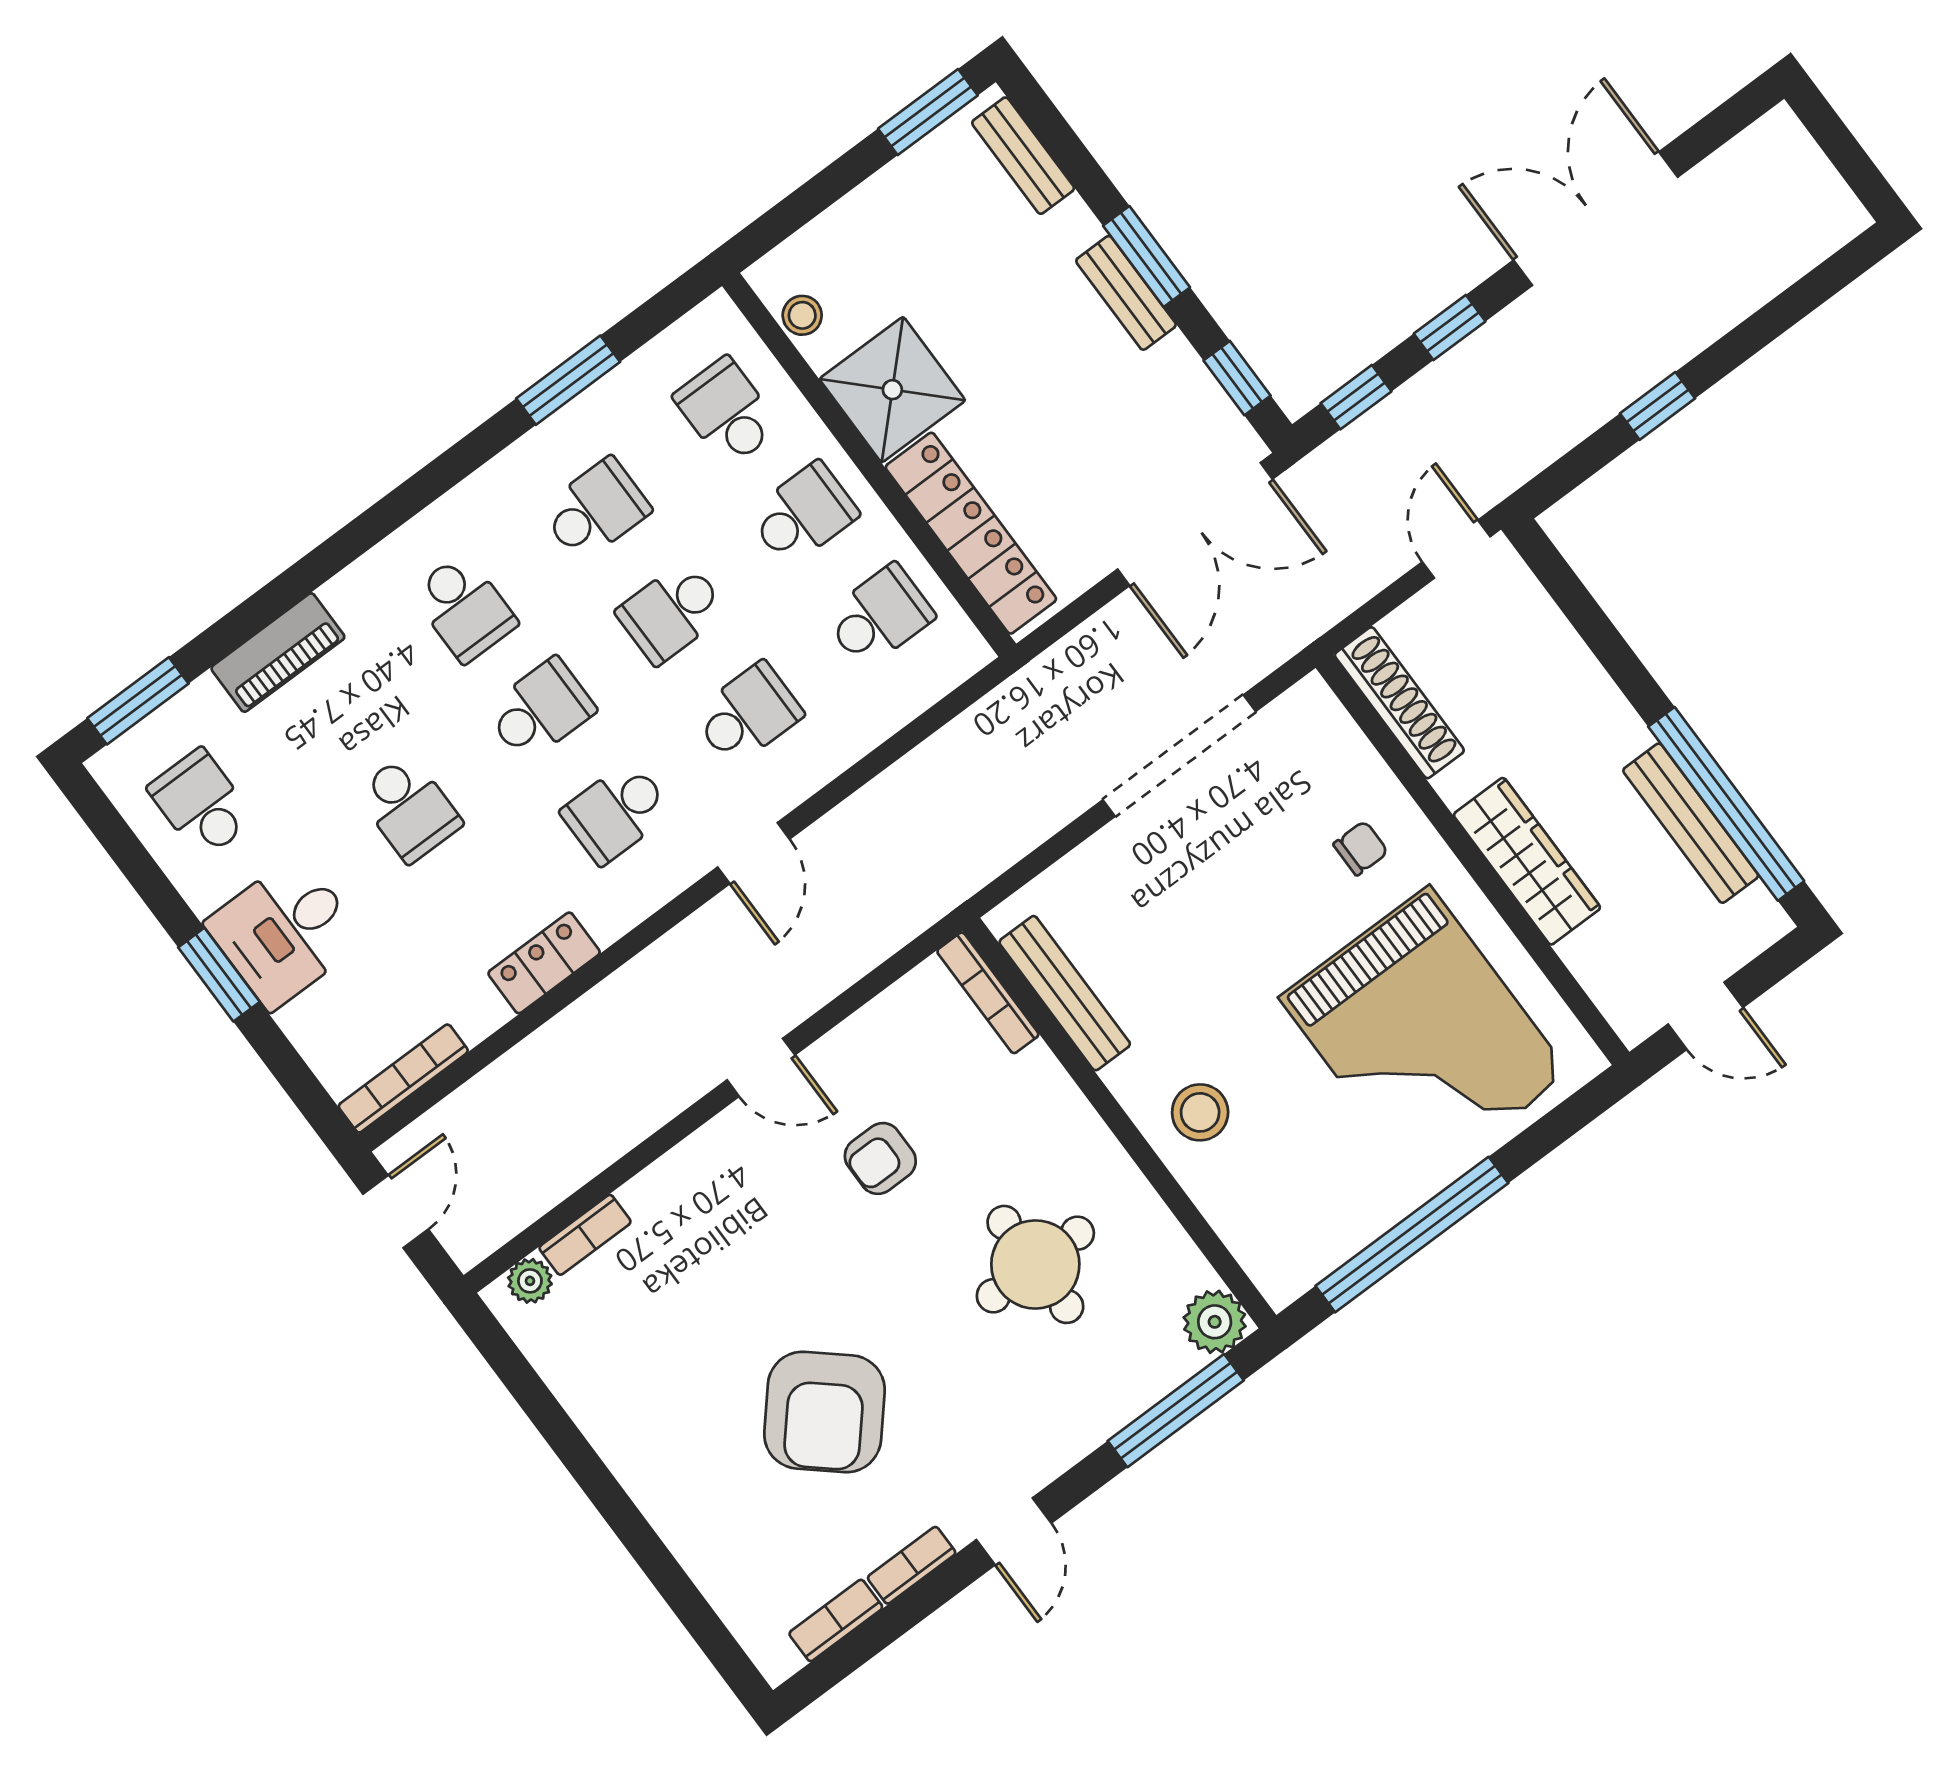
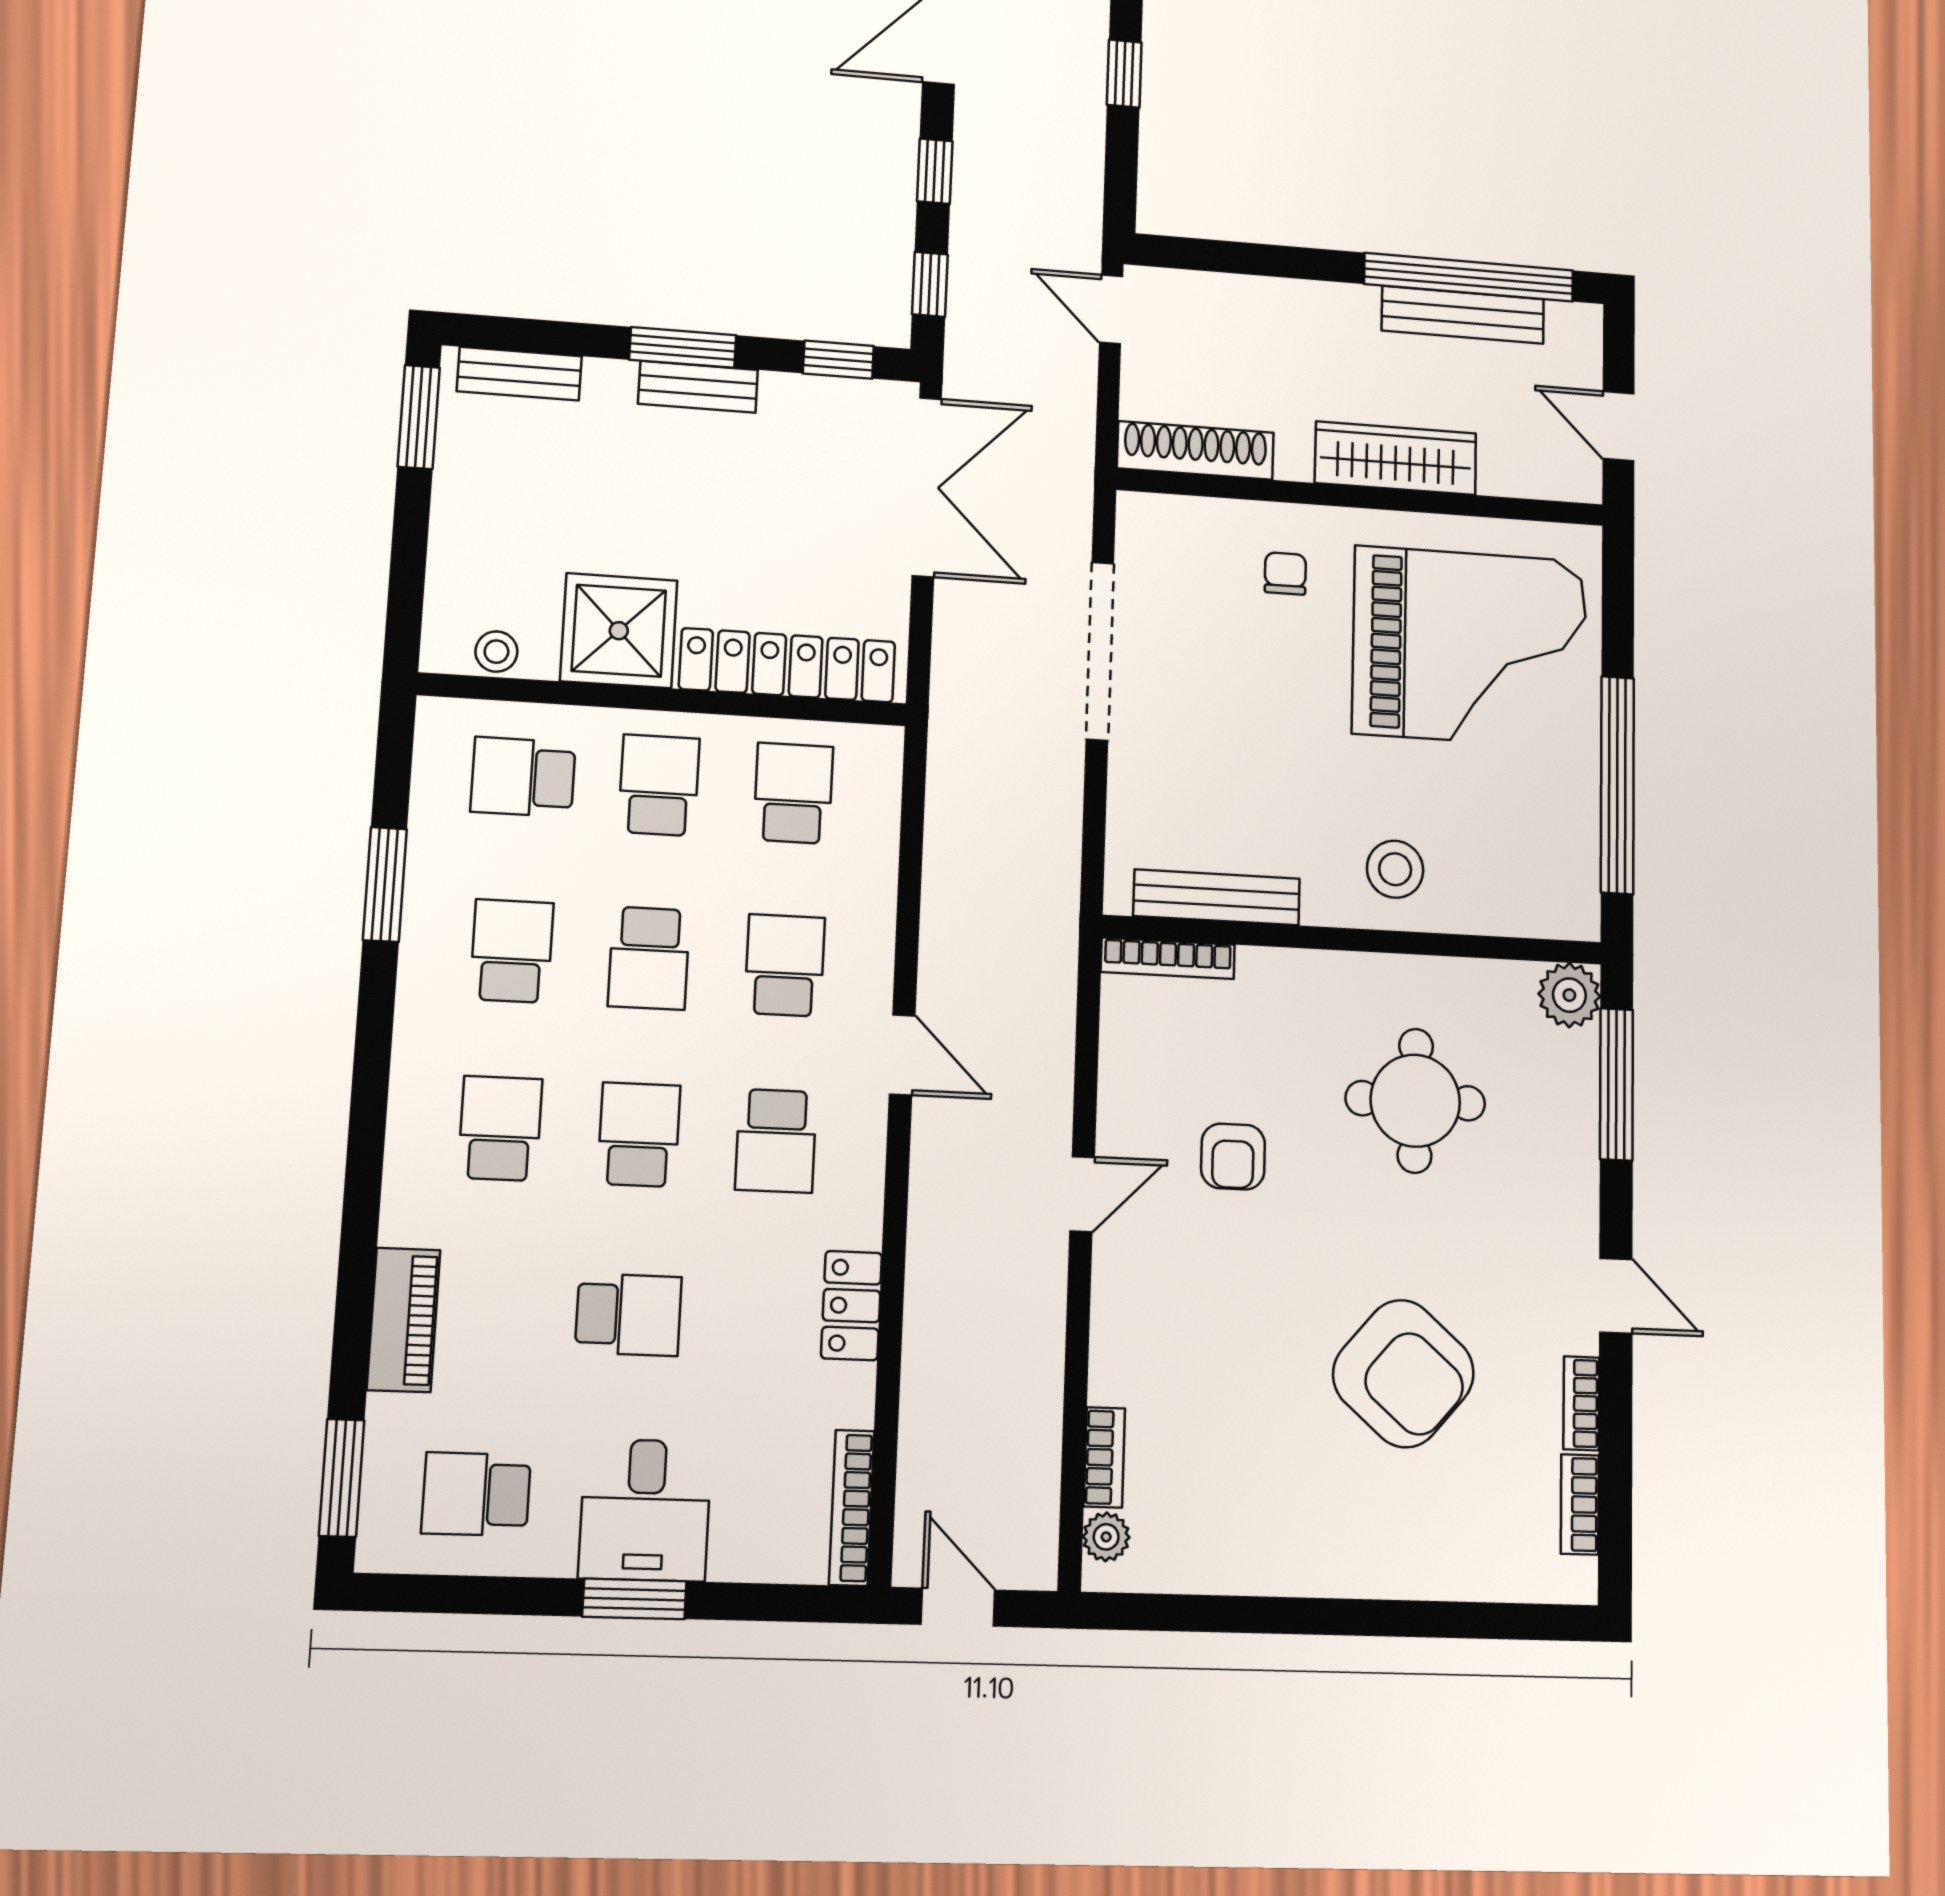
school desk: (464, 608) -> (500, 1128), turned -90
door: (1705, 1016) -> (1618, 426), swing flipped

